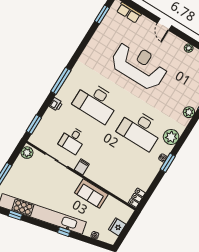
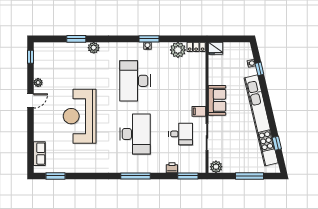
door: (164, 24) -> (31, 101), moved
printer: (56, 104) -> (172, 168), moved
desk: (140, 129) -> (135, 81), turned 180
plant: (171, 137) -> (178, 50), moved
sofa: (91, 194) -> (217, 100), moved
fridge: (117, 227) -> (215, 48), moved
window: (64, 232) -> (259, 69), moved

